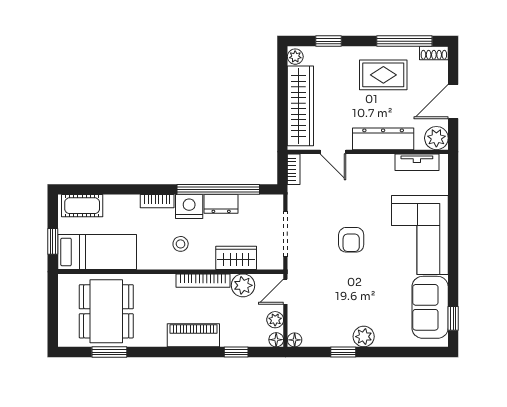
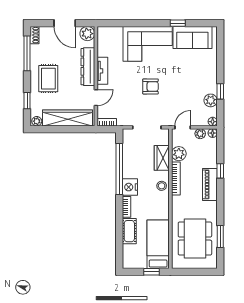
rug: (383, 75) -> (48, 79), moved
tv unit: (417, 162) -> (102, 71), moved
dresser: (221, 204) -> (128, 167), removed
cot: (82, 206) -> (129, 231), moved
stool: (181, 244) -> (162, 186), moved
door: (285, 292) -> (183, 127), swing flipped
dining table: (106, 311) -> (195, 239), turned 90
window: (453, 318) -> (178, 23), moved
plant: (364, 337) -> (211, 100), moved
window: (236, 352) -> (220, 171), moved

